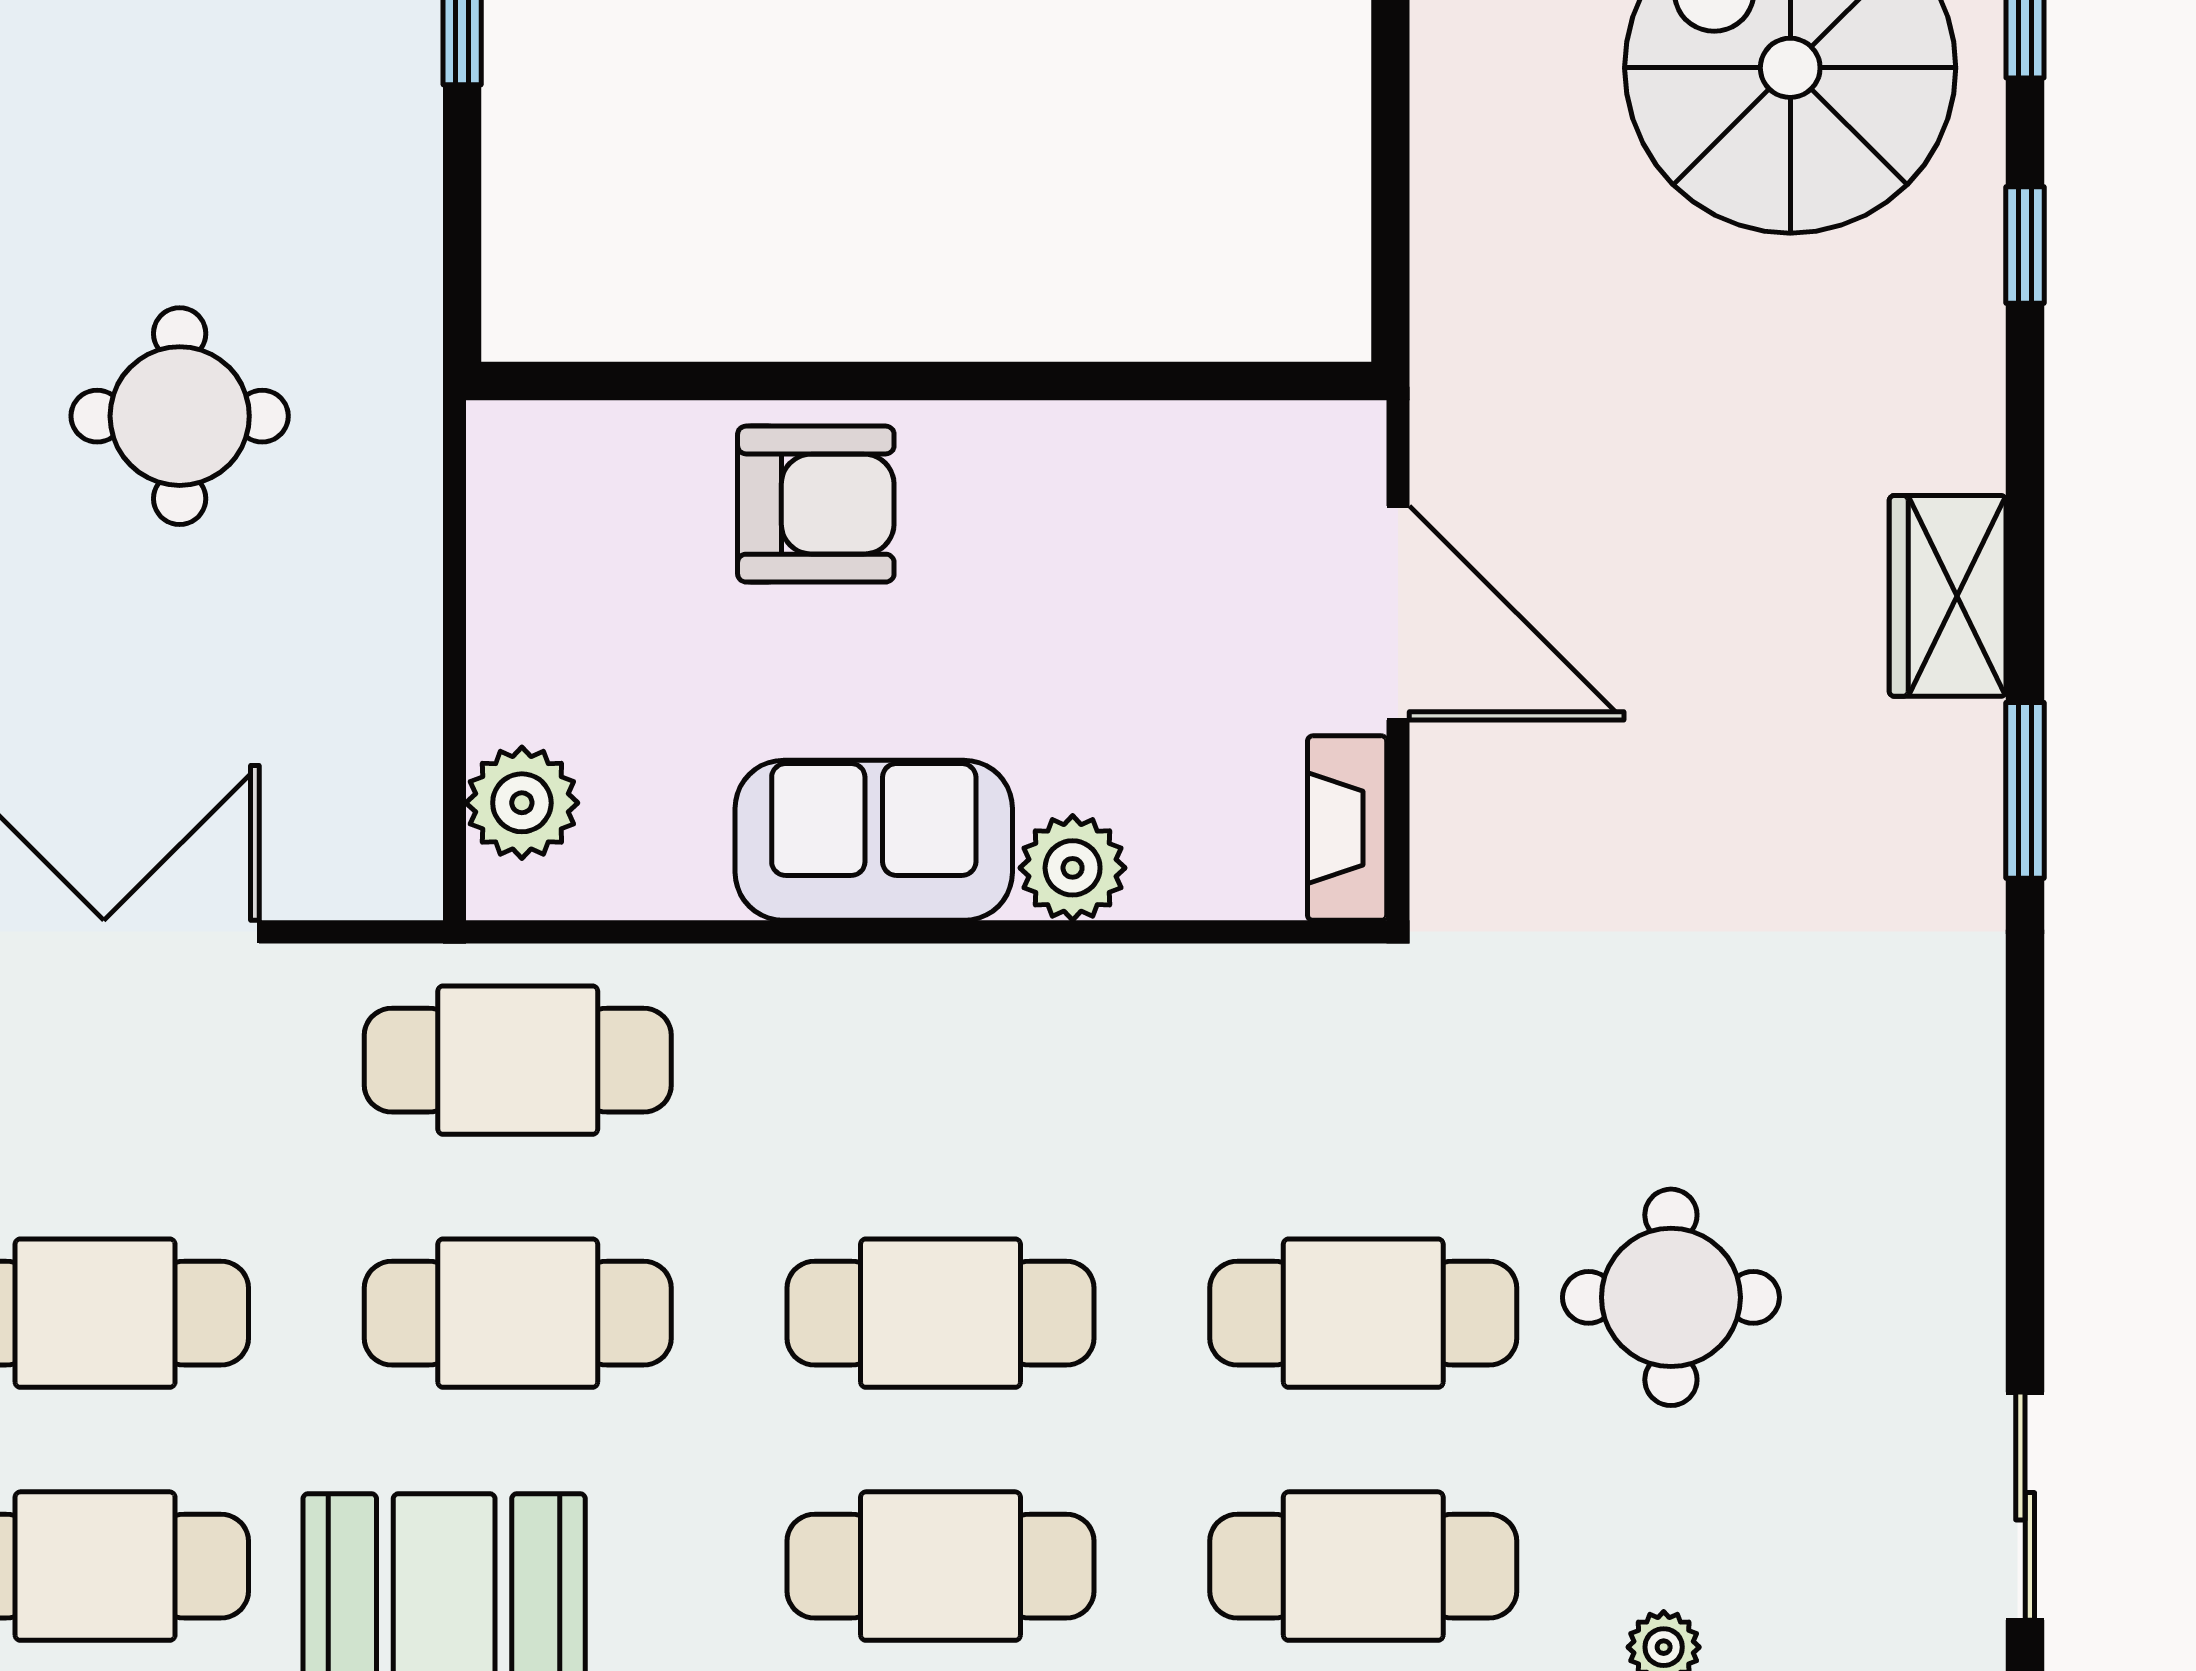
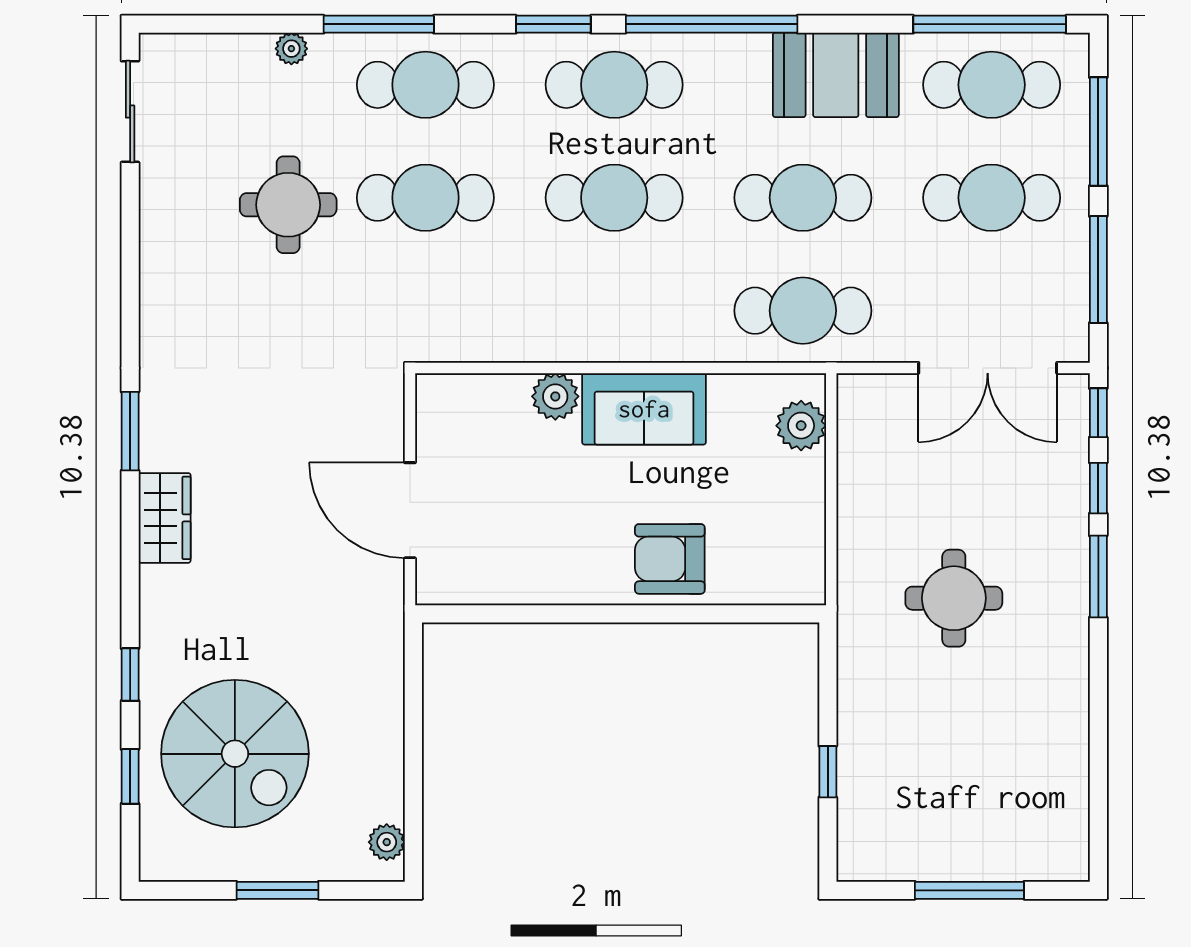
fireplace: (1347, 828) -> (433, 414), removed

